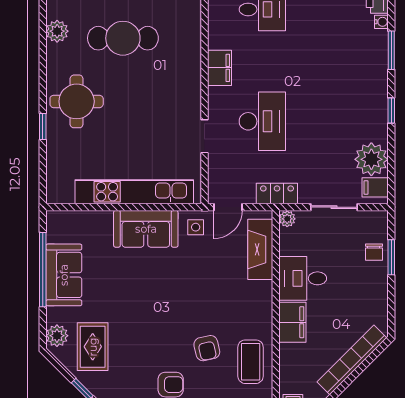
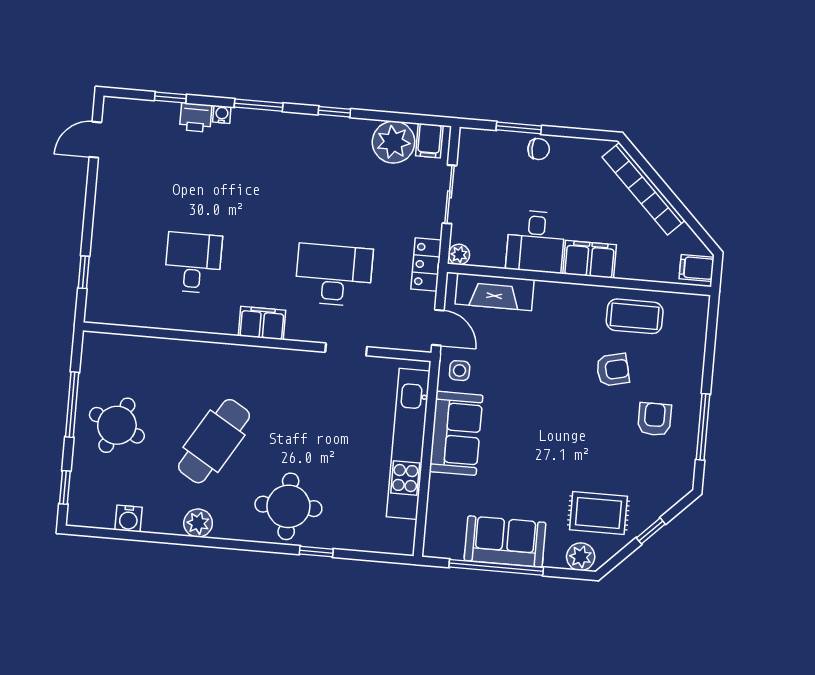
cafe table: (123, 38) -> (214, 441), turned 31
chair: (374, 252) -> (539, 149), moved

